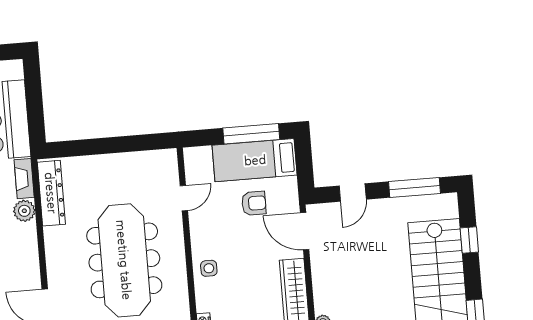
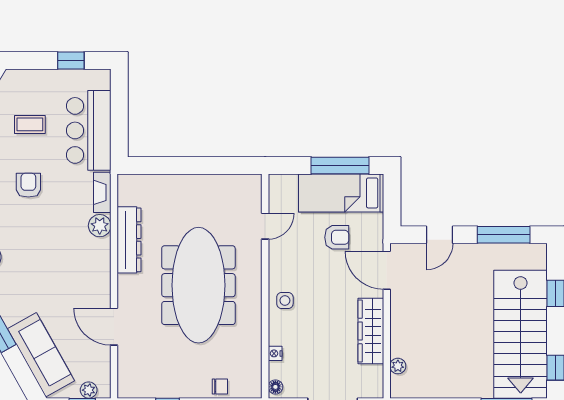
dresser: (51, 193) -> (129, 240), moved

